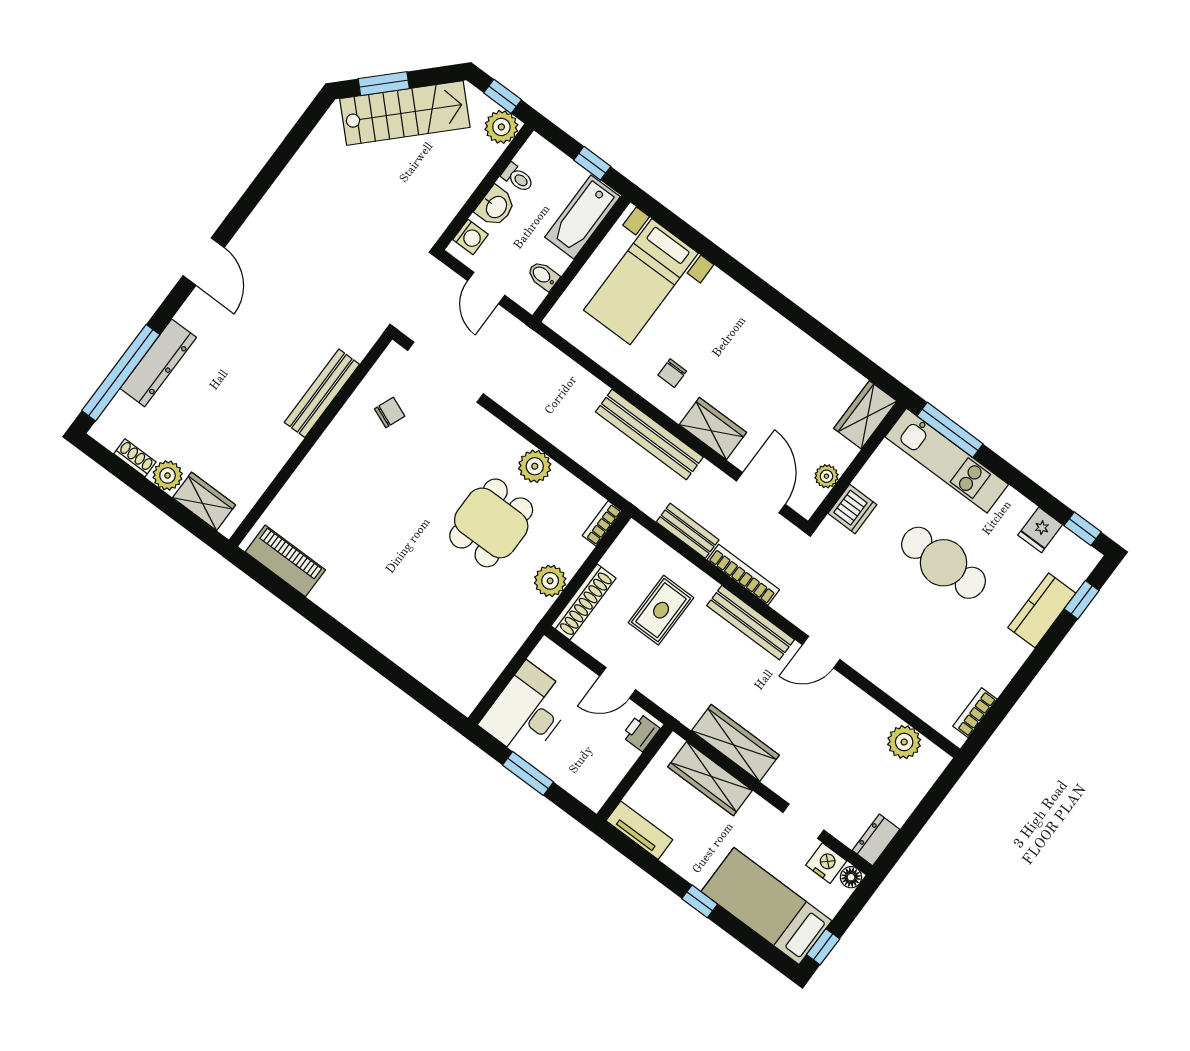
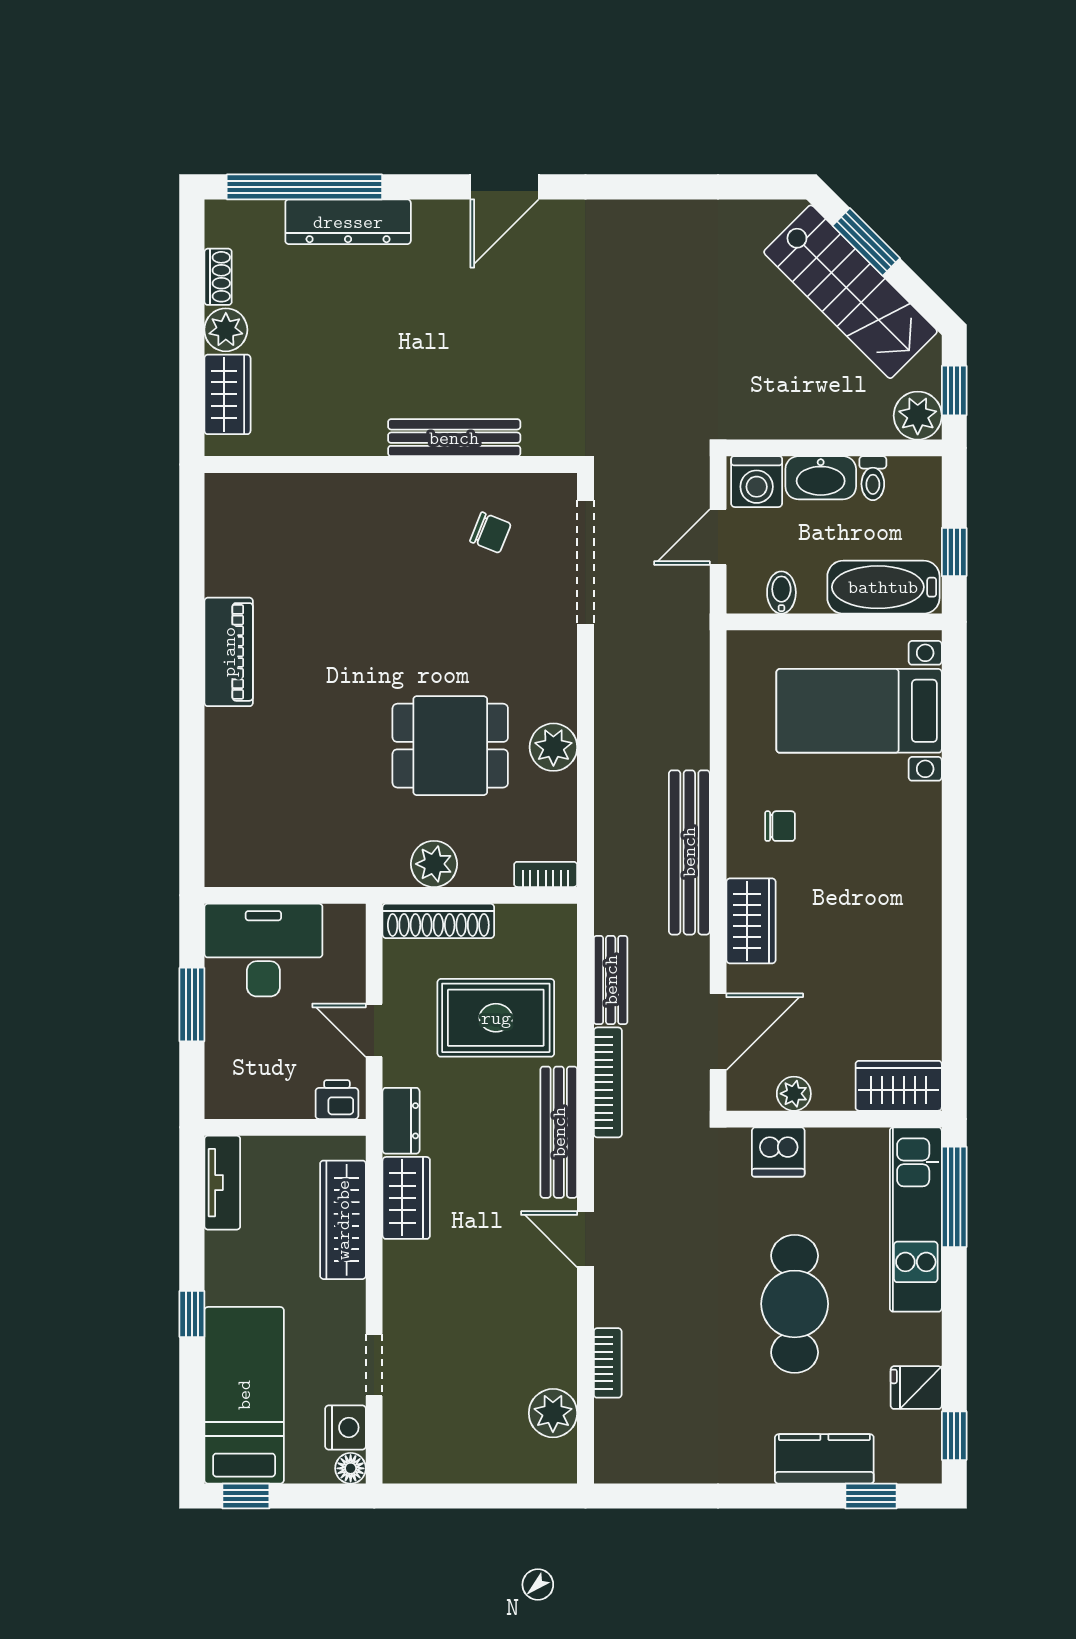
washbasin: (496, 207) -> (821, 478), width x1.38
washing machine: (470, 237) -> (757, 482), width x1.38, depth x1.38
chair: (672, 373) -> (780, 826), turned 180
piano: (285, 561) -> (229, 652), moved
rug: (661, 610) -> (496, 1018), width x1.36, depth x1.43
bookcase: (975, 713) -> (608, 1363), moved, turned 90
wardrobe: (735, 743) -> (406, 1198), width x0.67
dresser: (876, 840) -> (401, 1121), moved, turned 90

